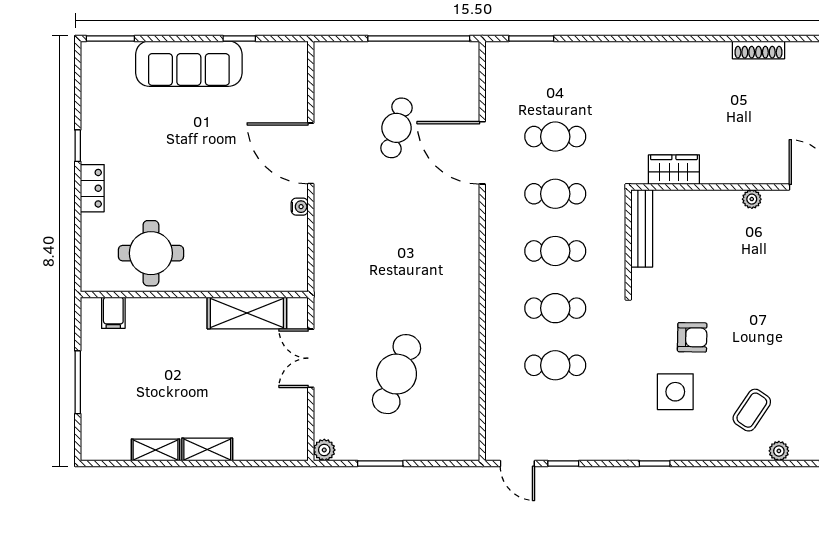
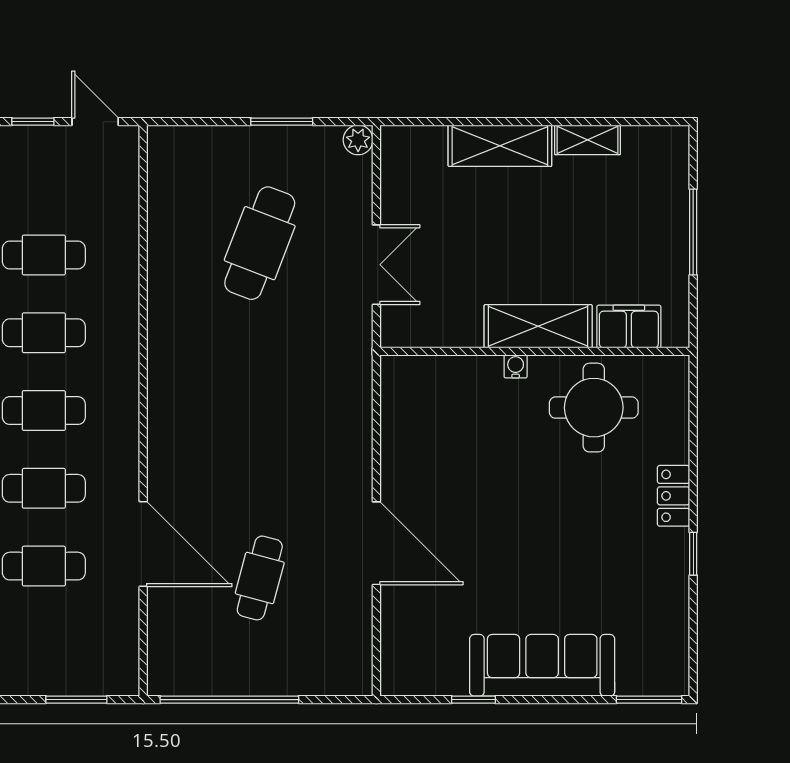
water cooler: (300, 207) -> (516, 366), moved, turned 90
filing cabinet: (113, 313) -> (629, 327), width x2.00
shelving: (247, 313) -> (538, 326), moved
shelving: (207, 449) -> (500, 146), width x1.50, depth x1.33

